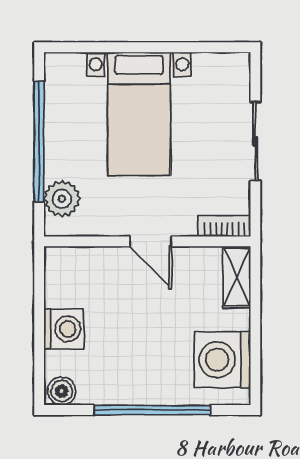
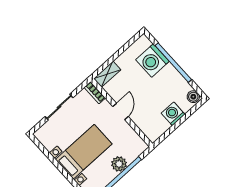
plant: (62, 199) -> (119, 164), moved
washing machine: (223, 360) -> (152, 61), moved, turned 90

